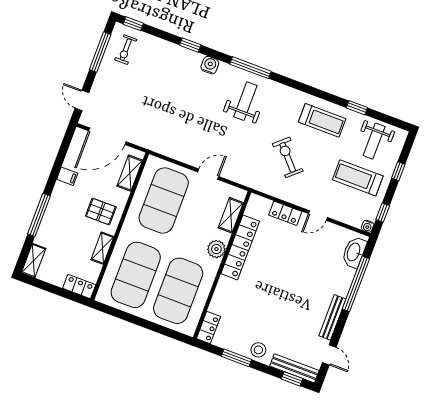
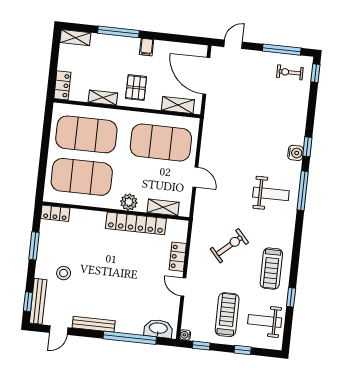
window: (190, 45) -> (307, 147), moved
filing cabinet: (67, 176) -> (147, 47), moved
stool: (258, 350) -> (64, 273), moved

